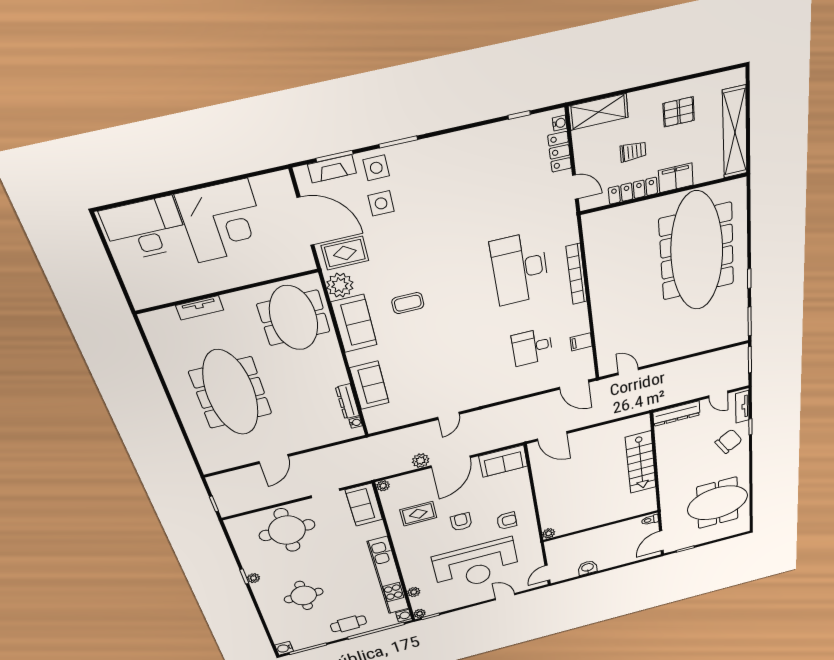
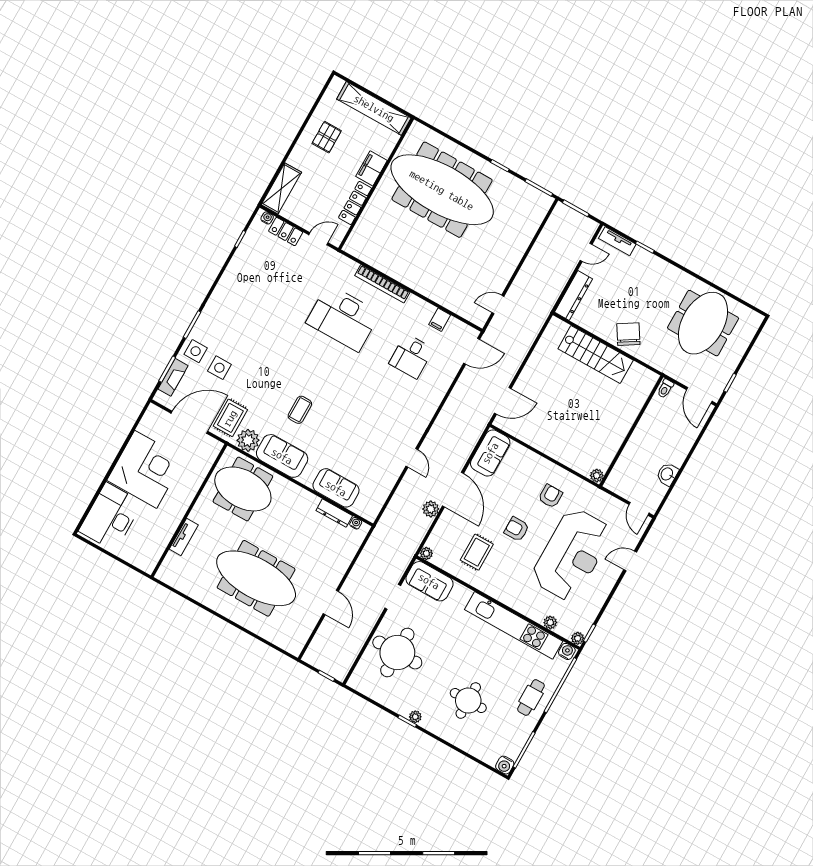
trolley: (633, 152) -> (327, 184), removed
chair: (729, 441) -> (628, 334), moved

